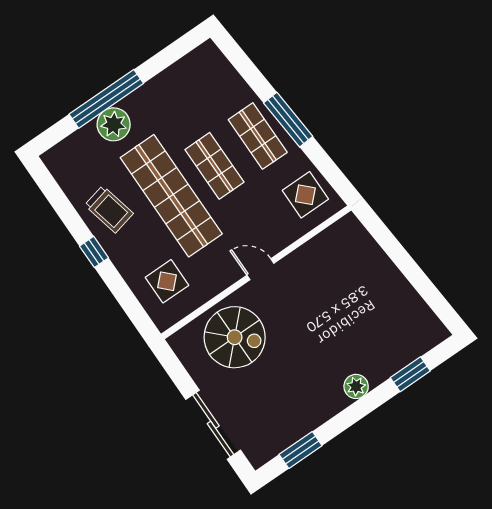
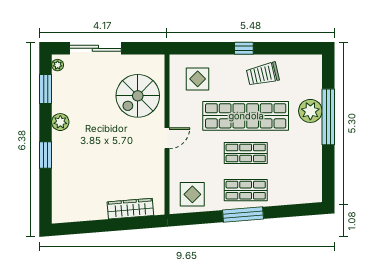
wardrobe: (372, 255) -> (130, 209), added
window: (410, 374) -> (46, 155), moved
plant: (356, 386) -> (60, 122), moved
plant: (263, 455) -> (58, 65), added

